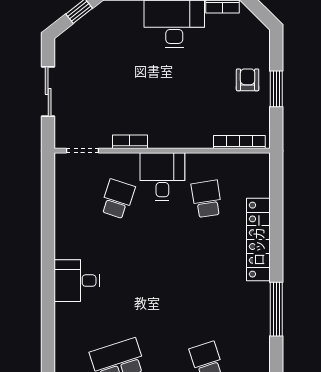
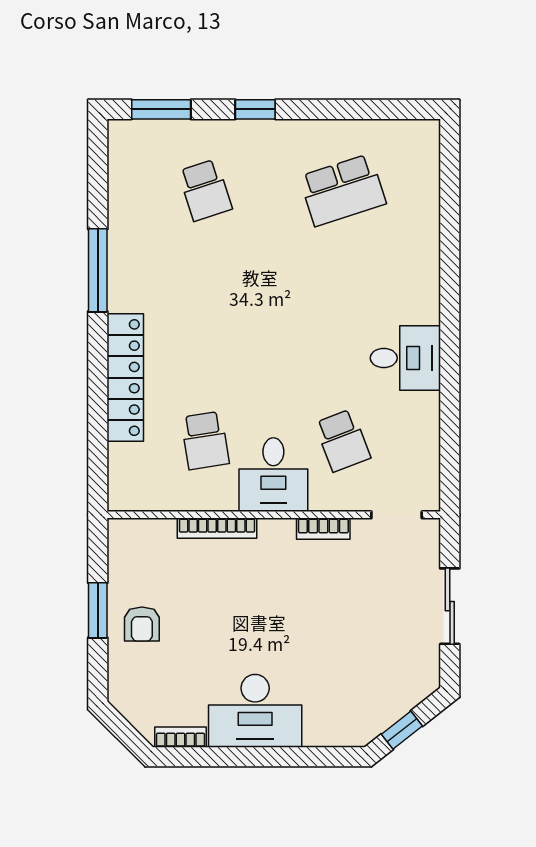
bookcase: (239, 142) -> (217, 528), moved
school desk: (118, 199) -> (343, 440), turned -39
desk: (77, 281) -> (405, 358), moved

